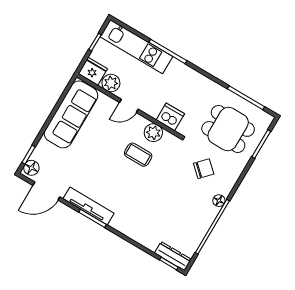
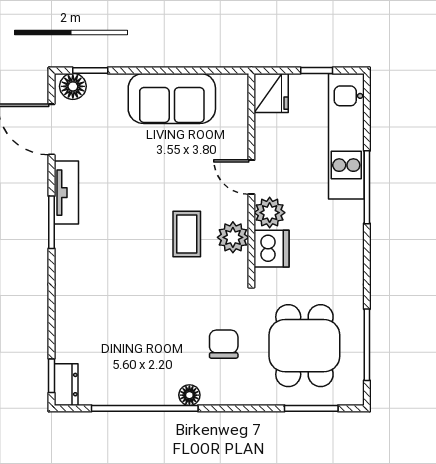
plant: (111, 83) -> (270, 213), moved
sofa: (71, 114) -> (172, 98), width x0.73
chair: (204, 169) -> (224, 344), turned -133
tv unit: (89, 206) -> (66, 193), width x0.71
dresser: (173, 256) -> (66, 385), width x0.70

